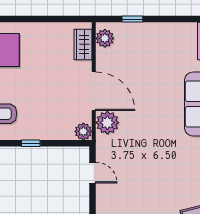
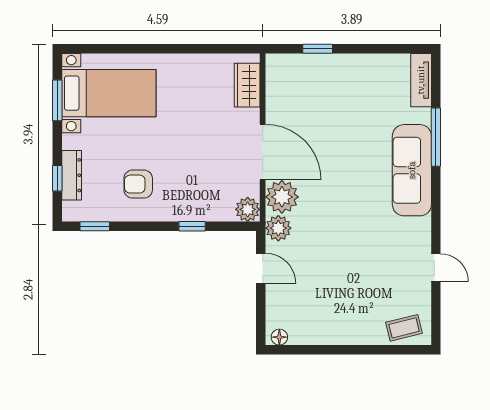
plant: (105, 38) -> (278, 228), moved
window: (31, 143) -> (192, 226), moved

